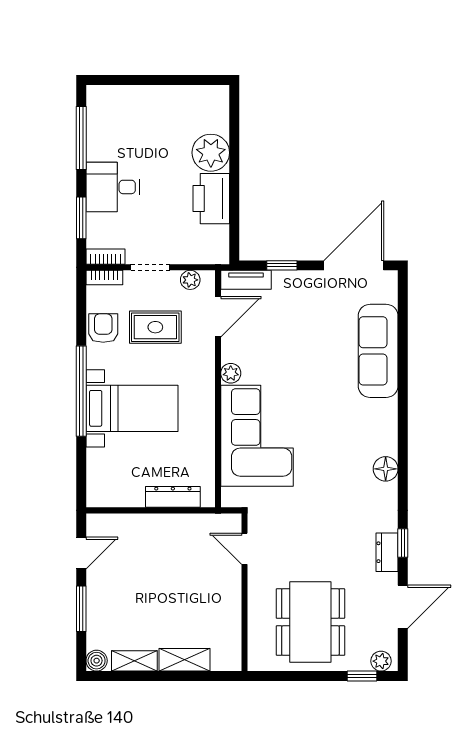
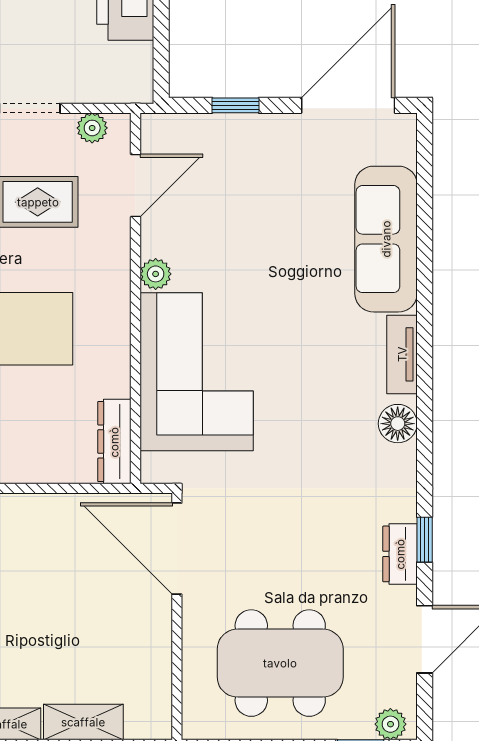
tv unit: (246, 280) -> (402, 354), moved, turned 90
dresser: (173, 497) -> (114, 442), moved, turned -90
door: (244, 549) -> (177, 549), width x1.88
dining table: (310, 622) -> (280, 663), turned 90

